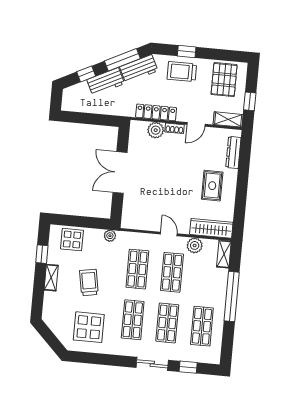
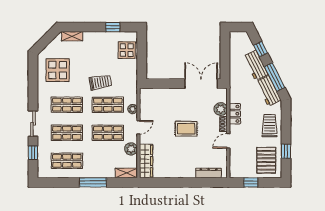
window: (187, 52) -> (286, 151), moved
pallet: (224, 80) -> (266, 160), turned 90
locker: (156, 112) -> (235, 114), width x0.66
shelving: (228, 119) -> (235, 166), removed
door: (196, 124) -> (228, 141), hinge flipped
double door: (120, 172) -> (201, 84), moved
rug: (212, 186) -> (186, 129), moved
plant: (110, 236) -> (133, 109), moved
shelving: (51, 278) -> (72, 36), moved
trolley: (89, 282) -> (100, 82), moved
window: (232, 297) -> (93, 182), width x0.68

